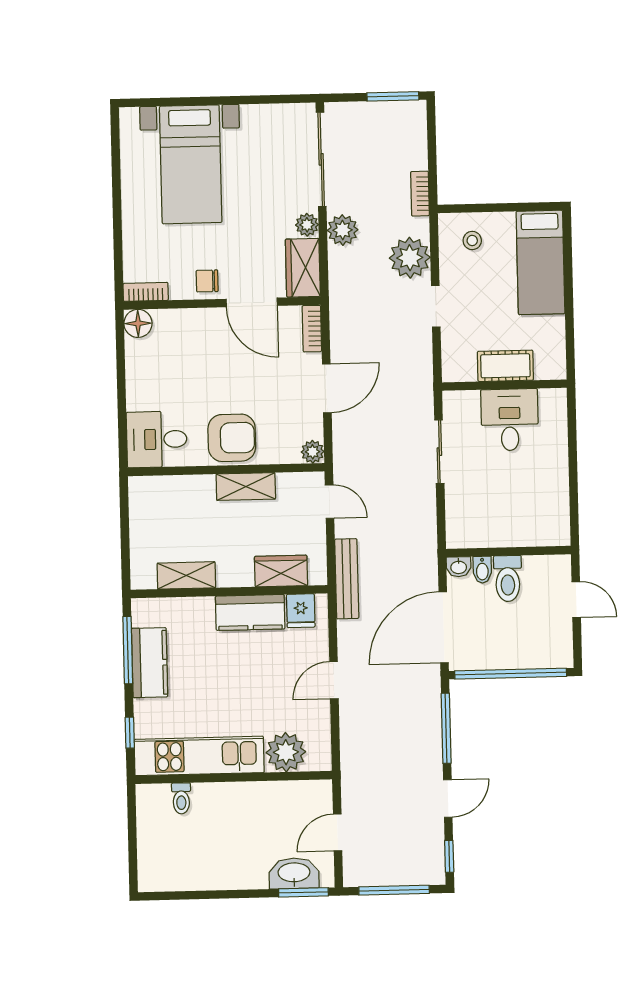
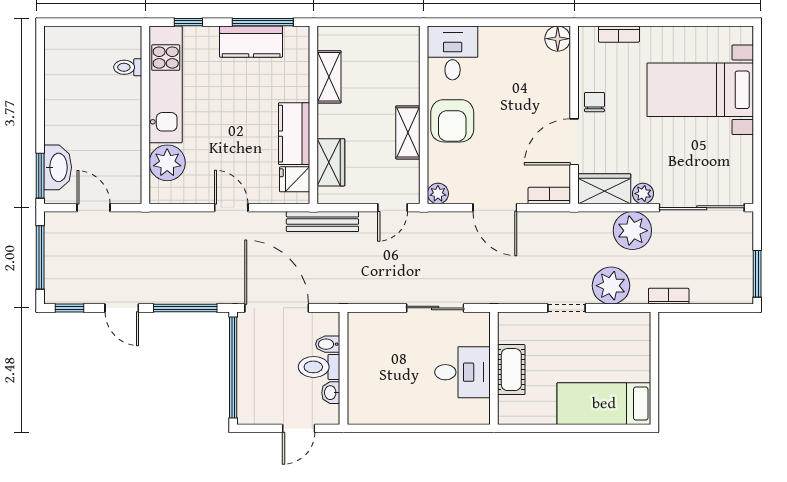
plant: (343, 230) -> (632, 231), width x1.36, depth x1.36
stool: (472, 240) -> (625, 342), removed
bookcase: (146, 292) -> (619, 34), moved, turned 90
washbasin: (459, 567) -> (331, 393), moved

